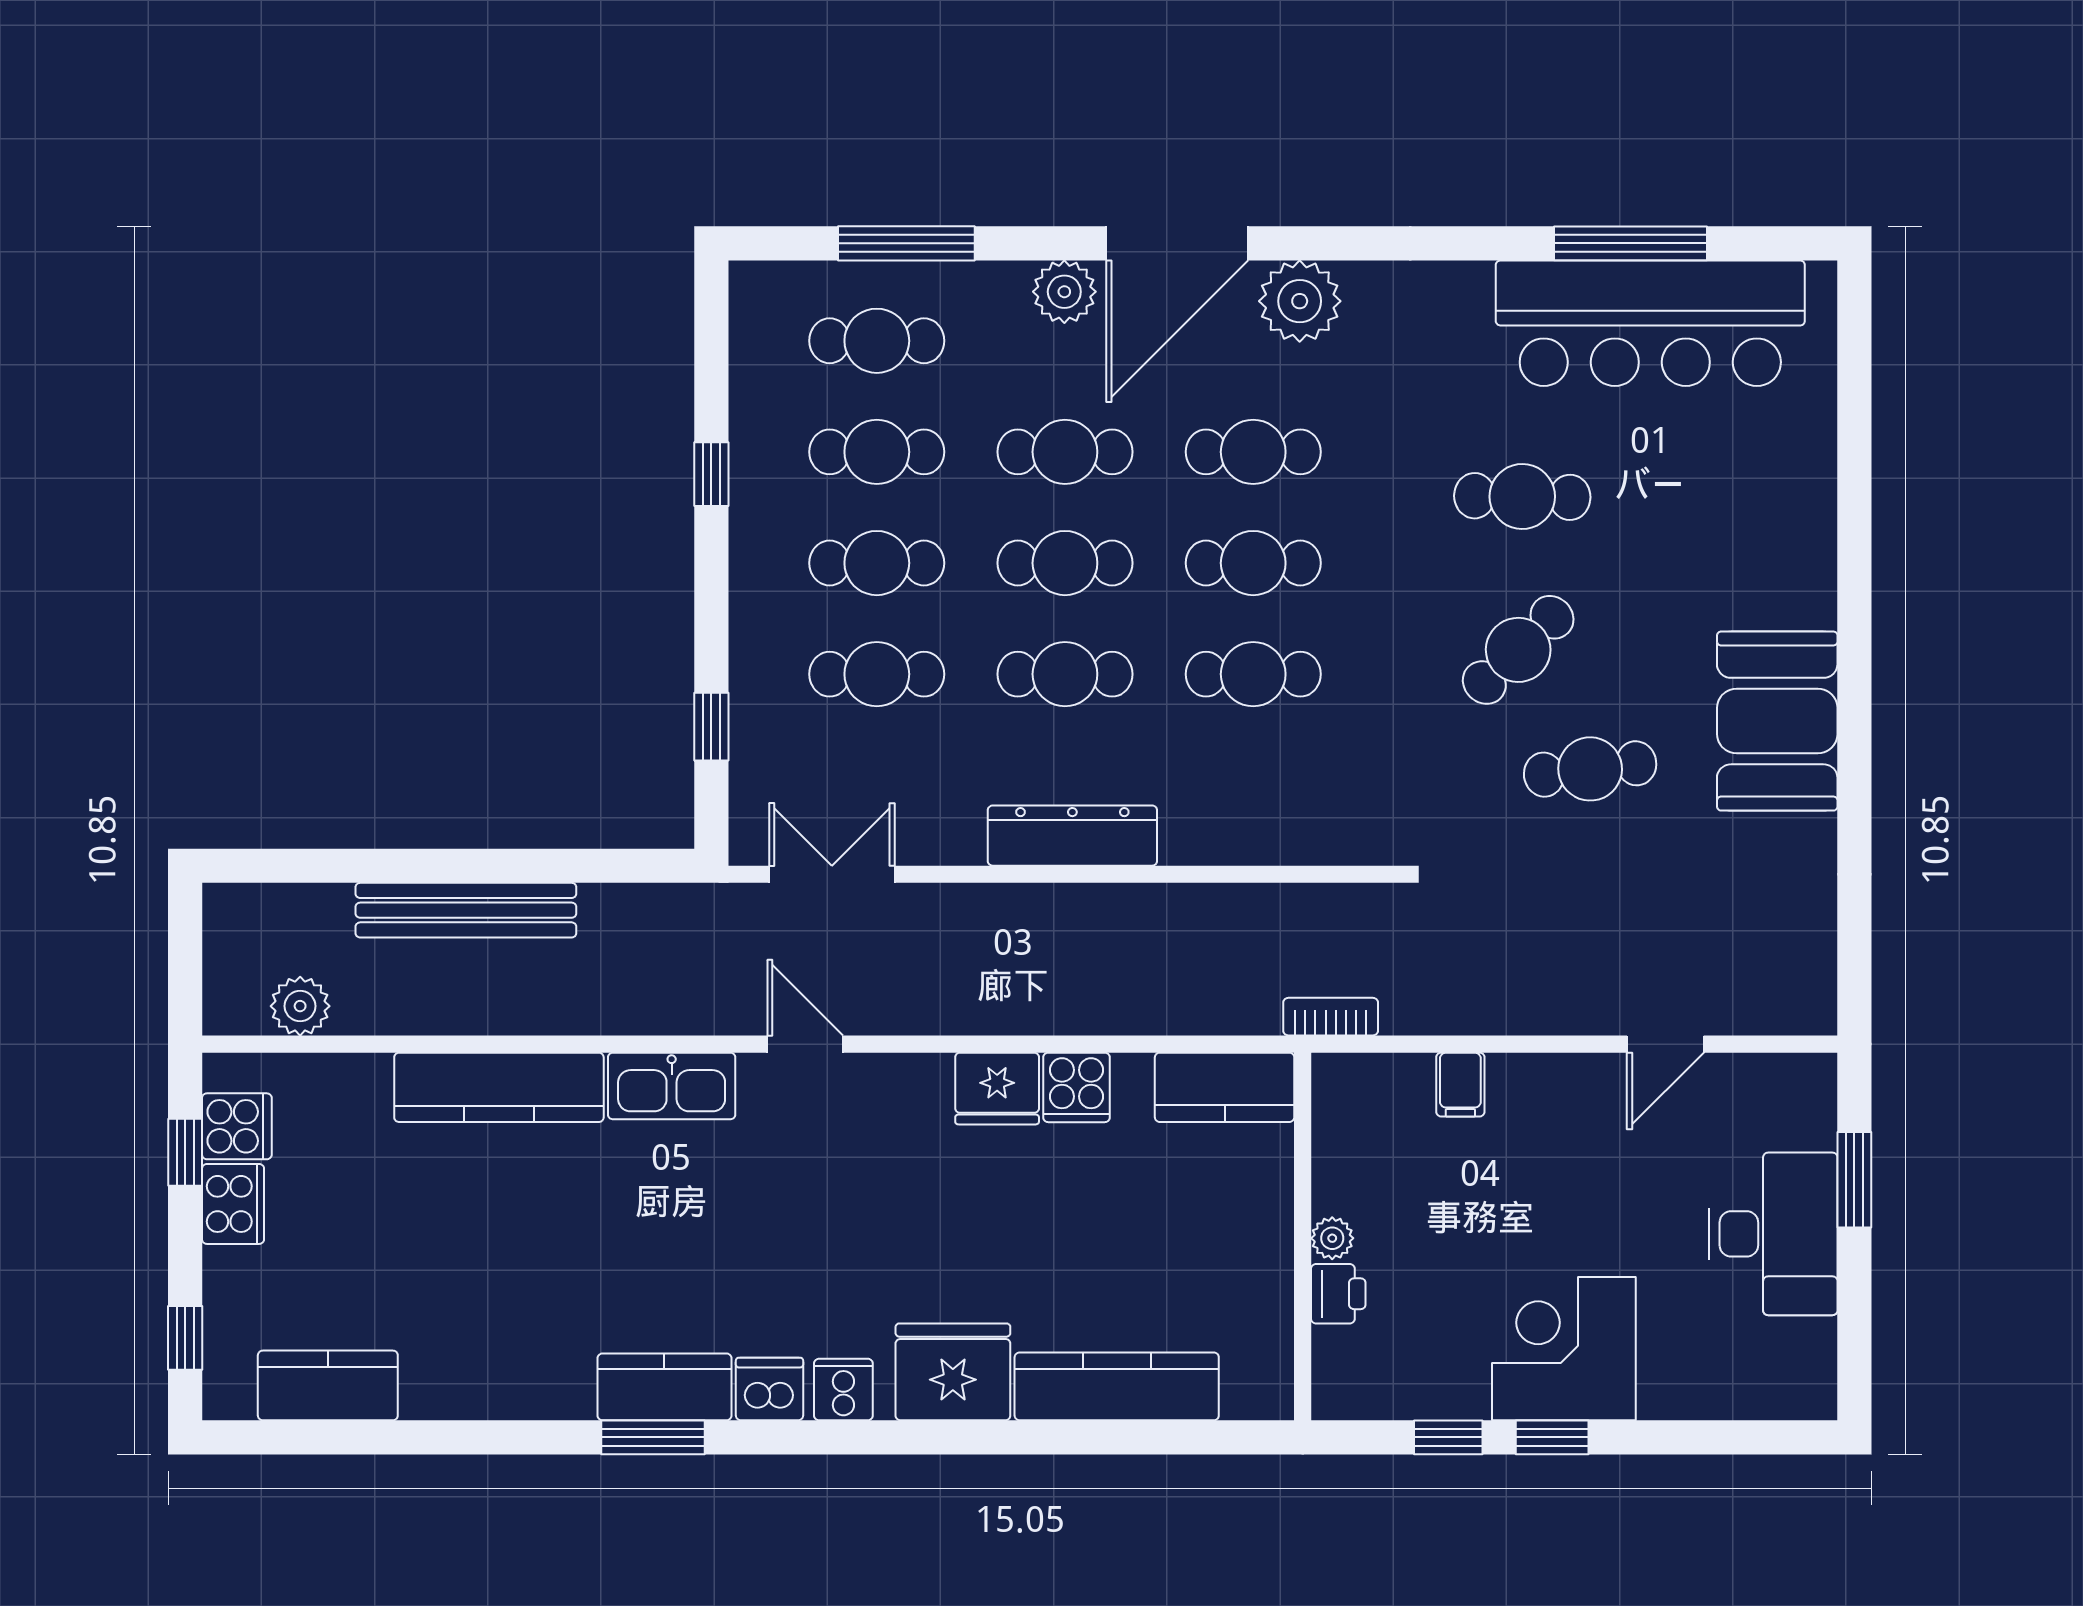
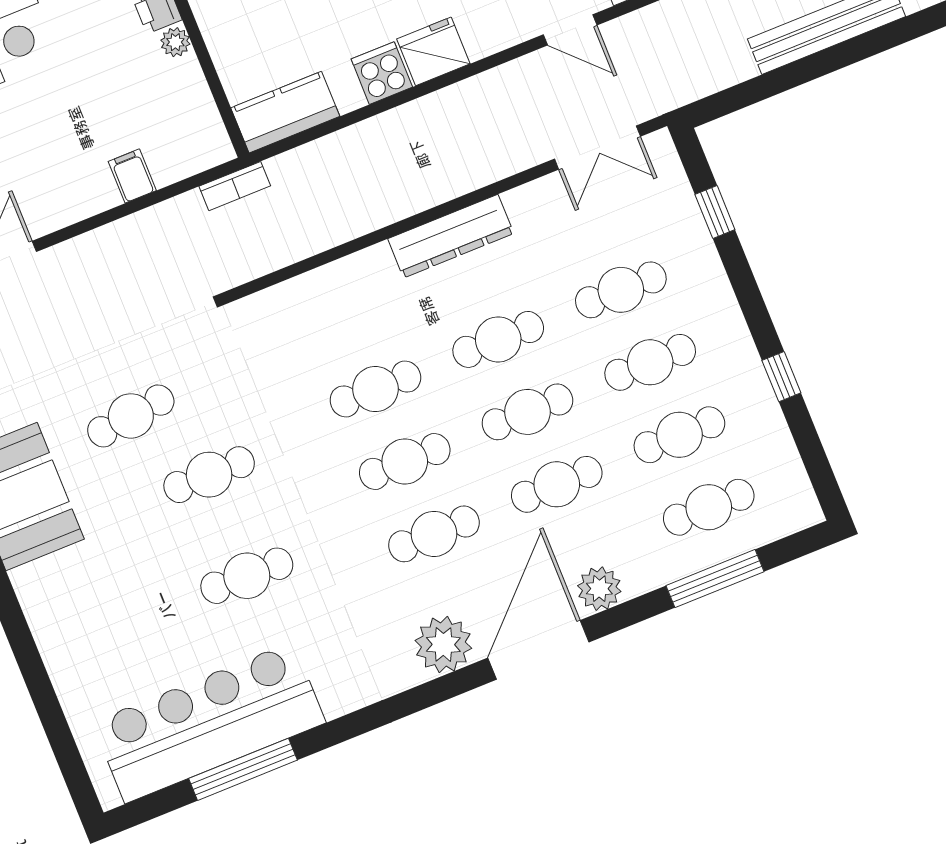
cafe table: (1518, 650) -> (209, 475), turned 44

